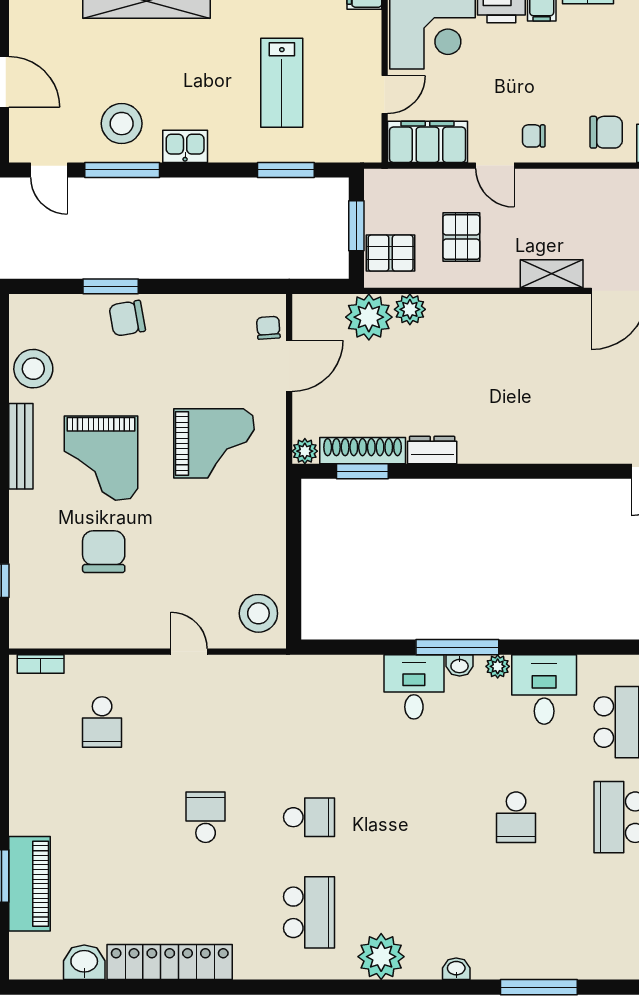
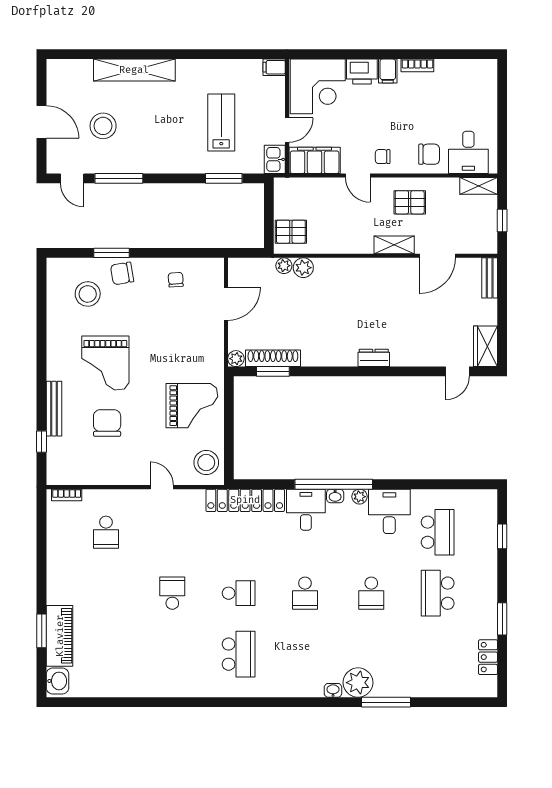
lab bench: (282, 83) -> (221, 122), turned 180
stool: (122, 124) -> (103, 126), moved
kitchen sink: (185, 146) -> (275, 159), moved, turned -90
window: (356, 226) -> (269, 214), removed
pallet: (461, 237) -> (410, 202), moved, turned 90
plant: (369, 317) -> (284, 266), width x0.53, depth x0.53
chair: (268, 328) -> (176, 280), moved
stool: (33, 369) -> (88, 294), moved
grand piano: (214, 443) -> (192, 406), moved
bench: (21, 446) -> (54, 409), moved
dresser: (432, 450) -> (374, 358), moved
window: (457, 647) -> (334, 484), width x1.46
school desk: (413, 817) -> (305, 593), added
plant: (381, 957) -> (358, 683), moved
washbasin: (84, 962) -> (57, 681), moved, turned 90
locker: (170, 962) -> (245, 500), moved, turned 180

